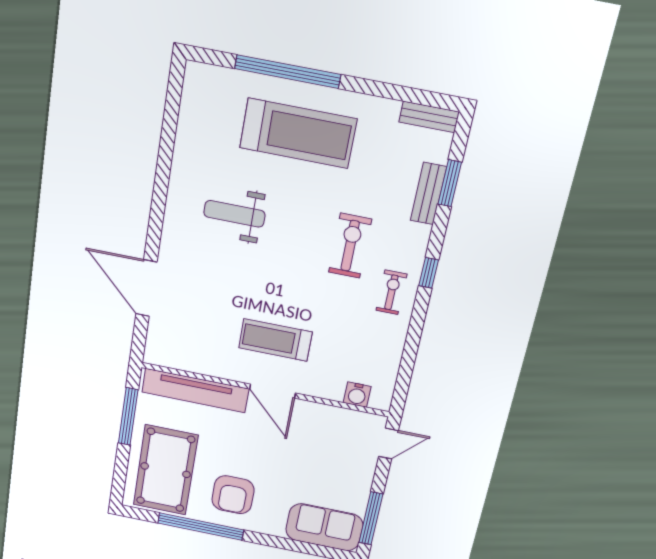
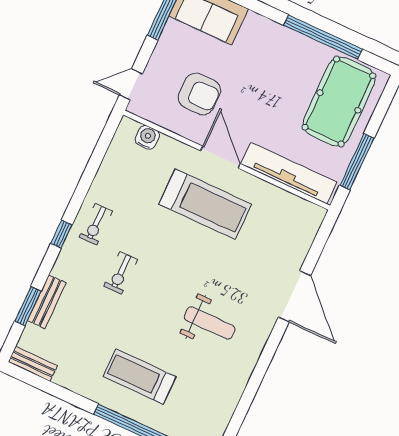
treadmill: (298, 133) -> (140, 377), width x0.73, depth x0.73
exercise bike: (350, 246) -> (121, 273), width x0.73, depth x0.72
door: (146, 288) -> (294, 296), moved
treadmill: (275, 340) -> (205, 204), width x1.37, depth x1.38
armchair: (233, 495) -> (199, 94), moved, turned 90

